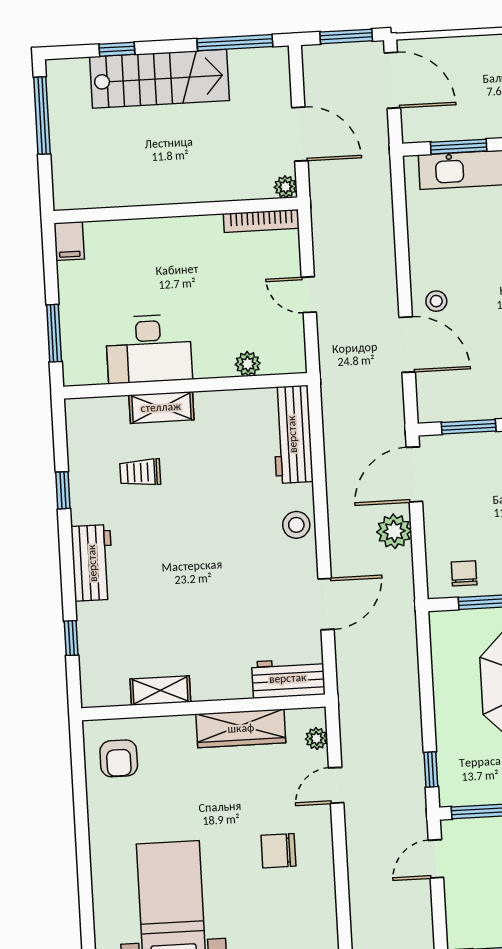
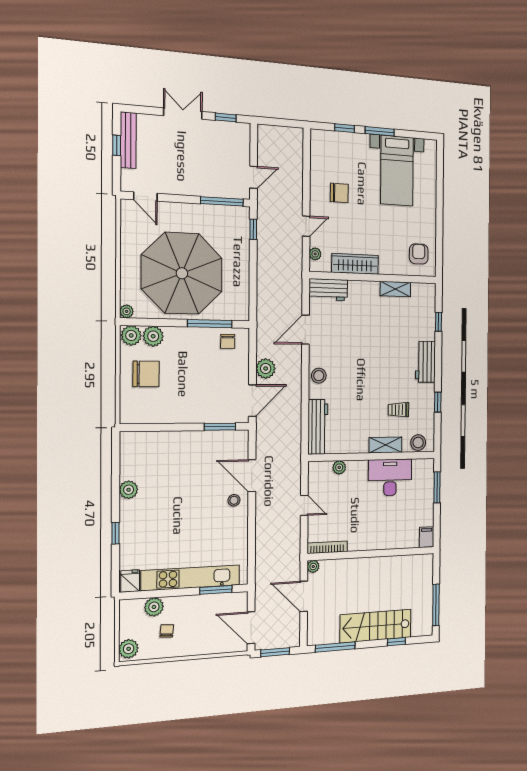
stool: (97, 414) -> (418, 443), added
trolley: (140, 473) -> (398, 410), turned 180

